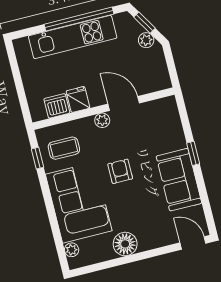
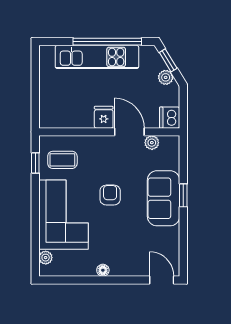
fridge: (78, 99) -> (104, 117), moved
dishwasher: (57, 106) -> (170, 118), moved, turned -90
plant: (102, 120) -> (152, 143), moved
sofa: (179, 180) -> (164, 198), moved
floor lamp: (125, 244) -> (103, 270), width x0.53, depth x0.53

